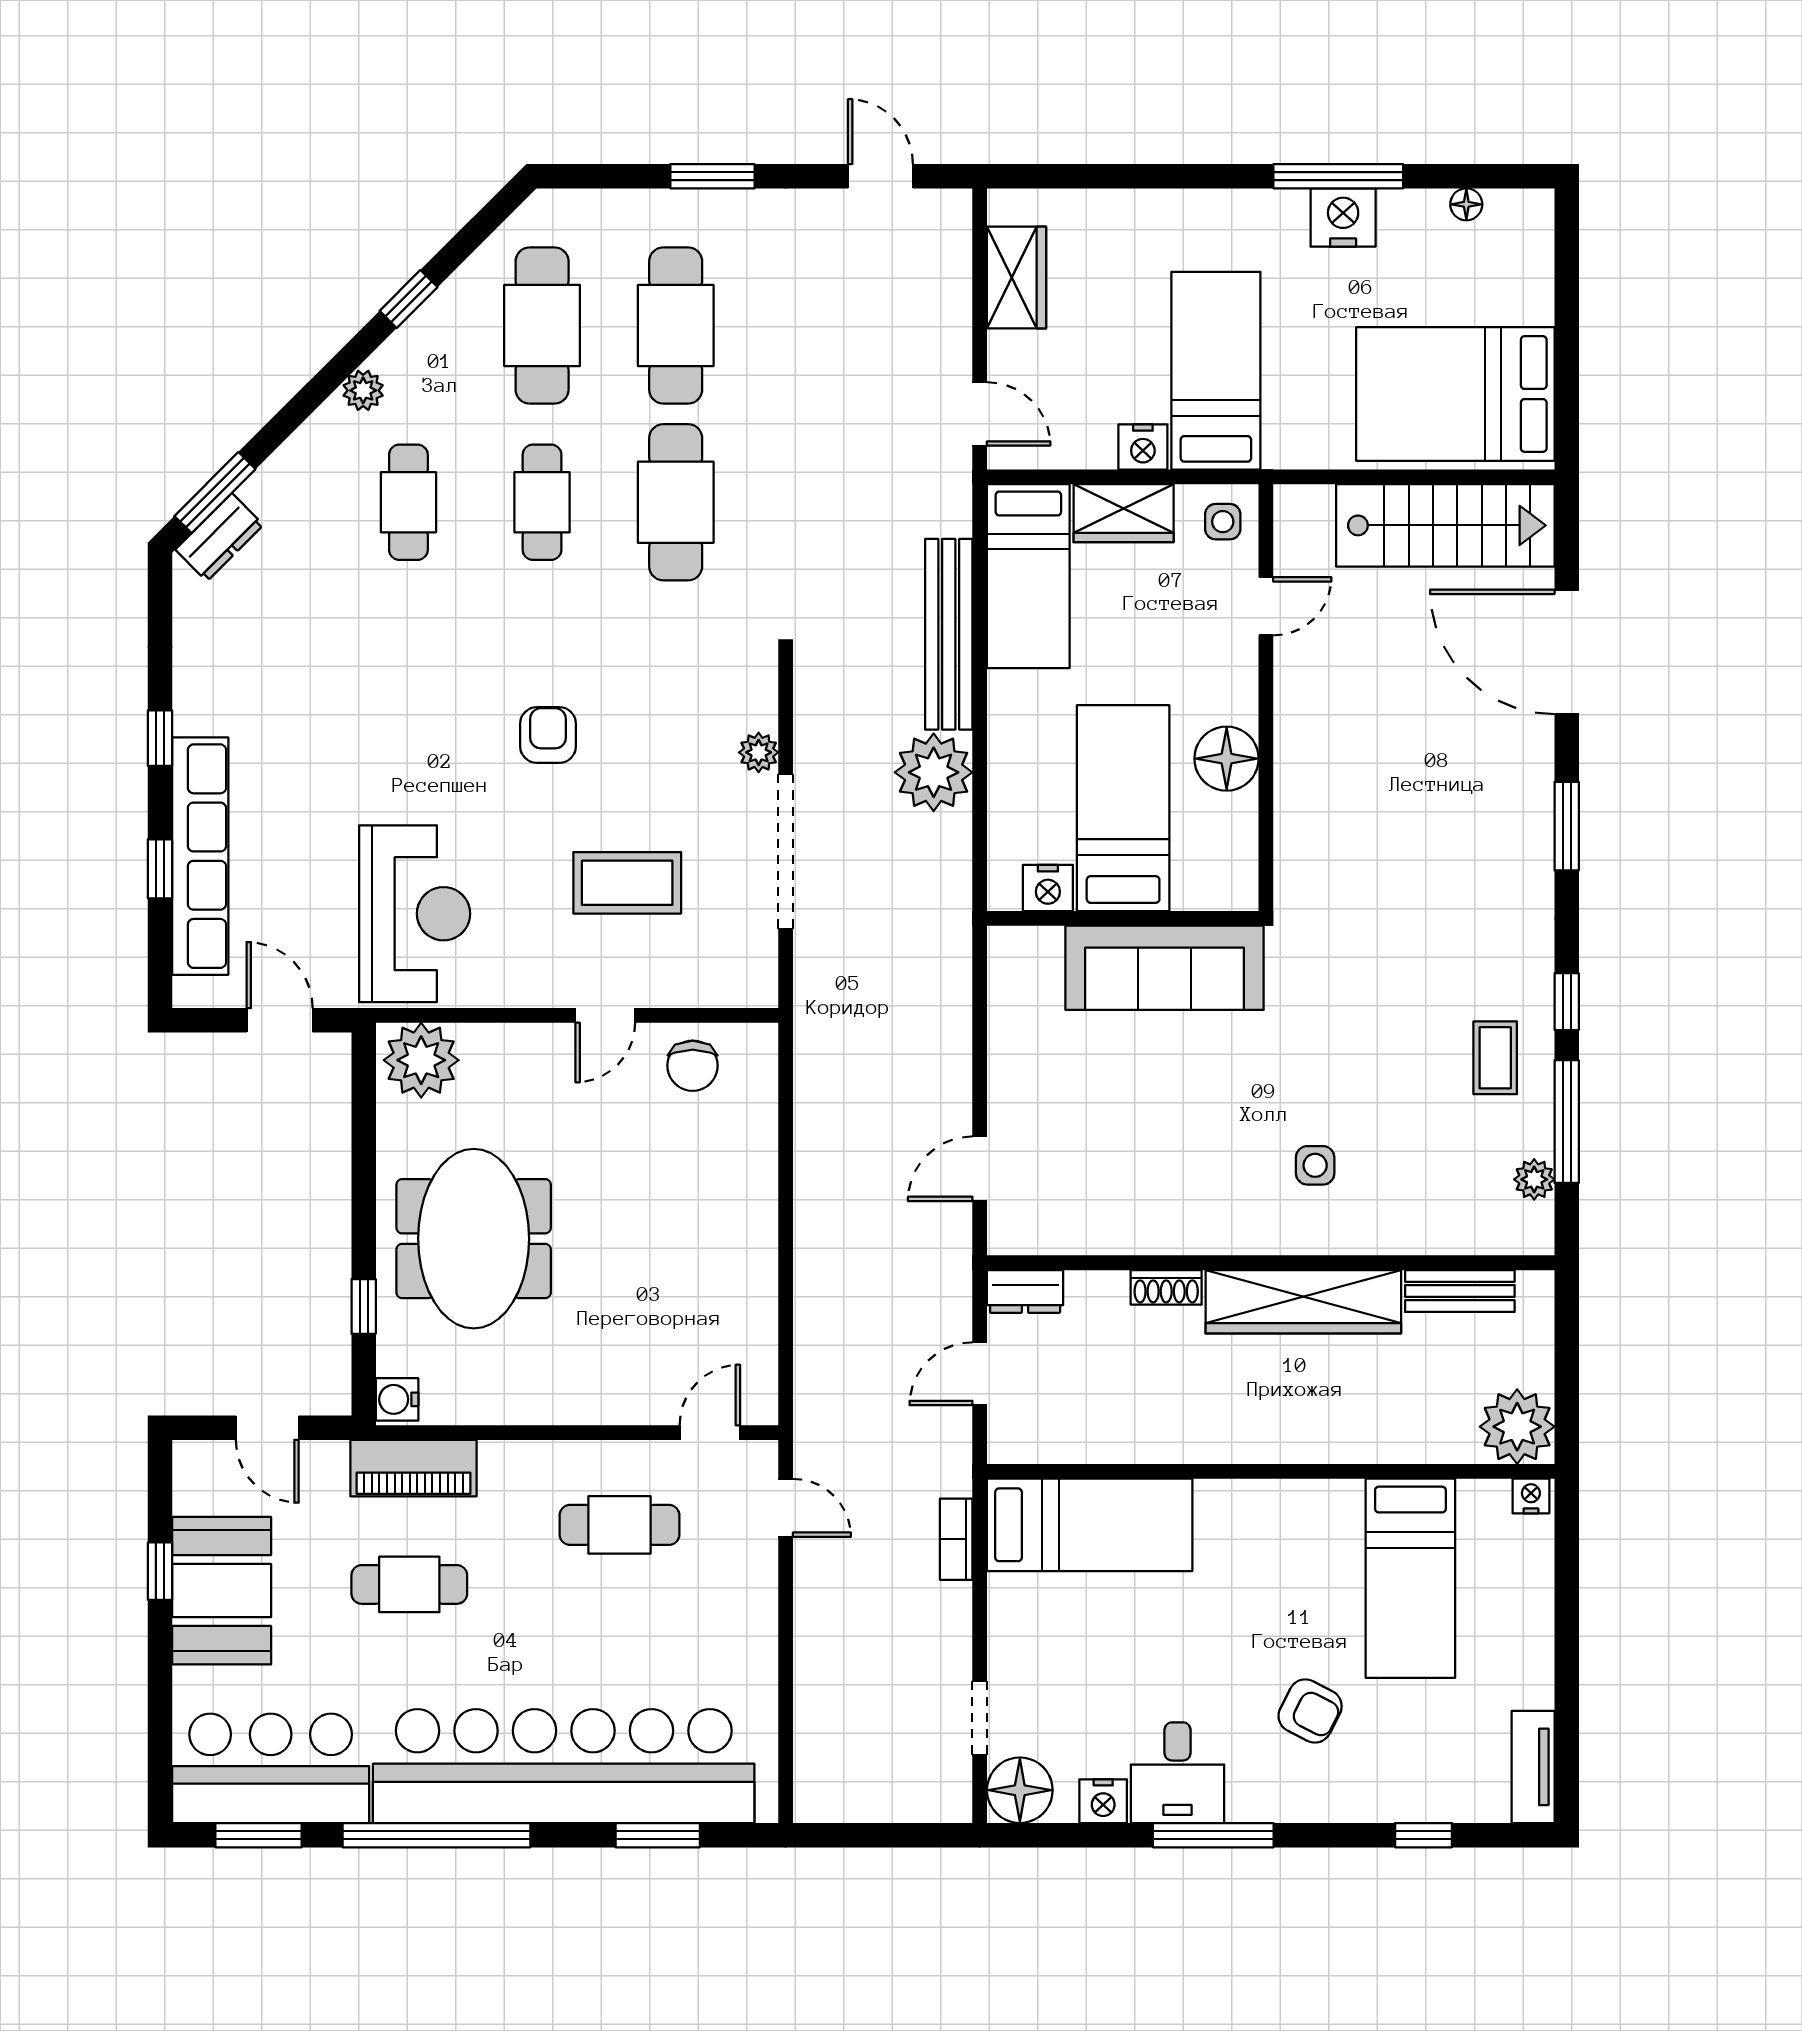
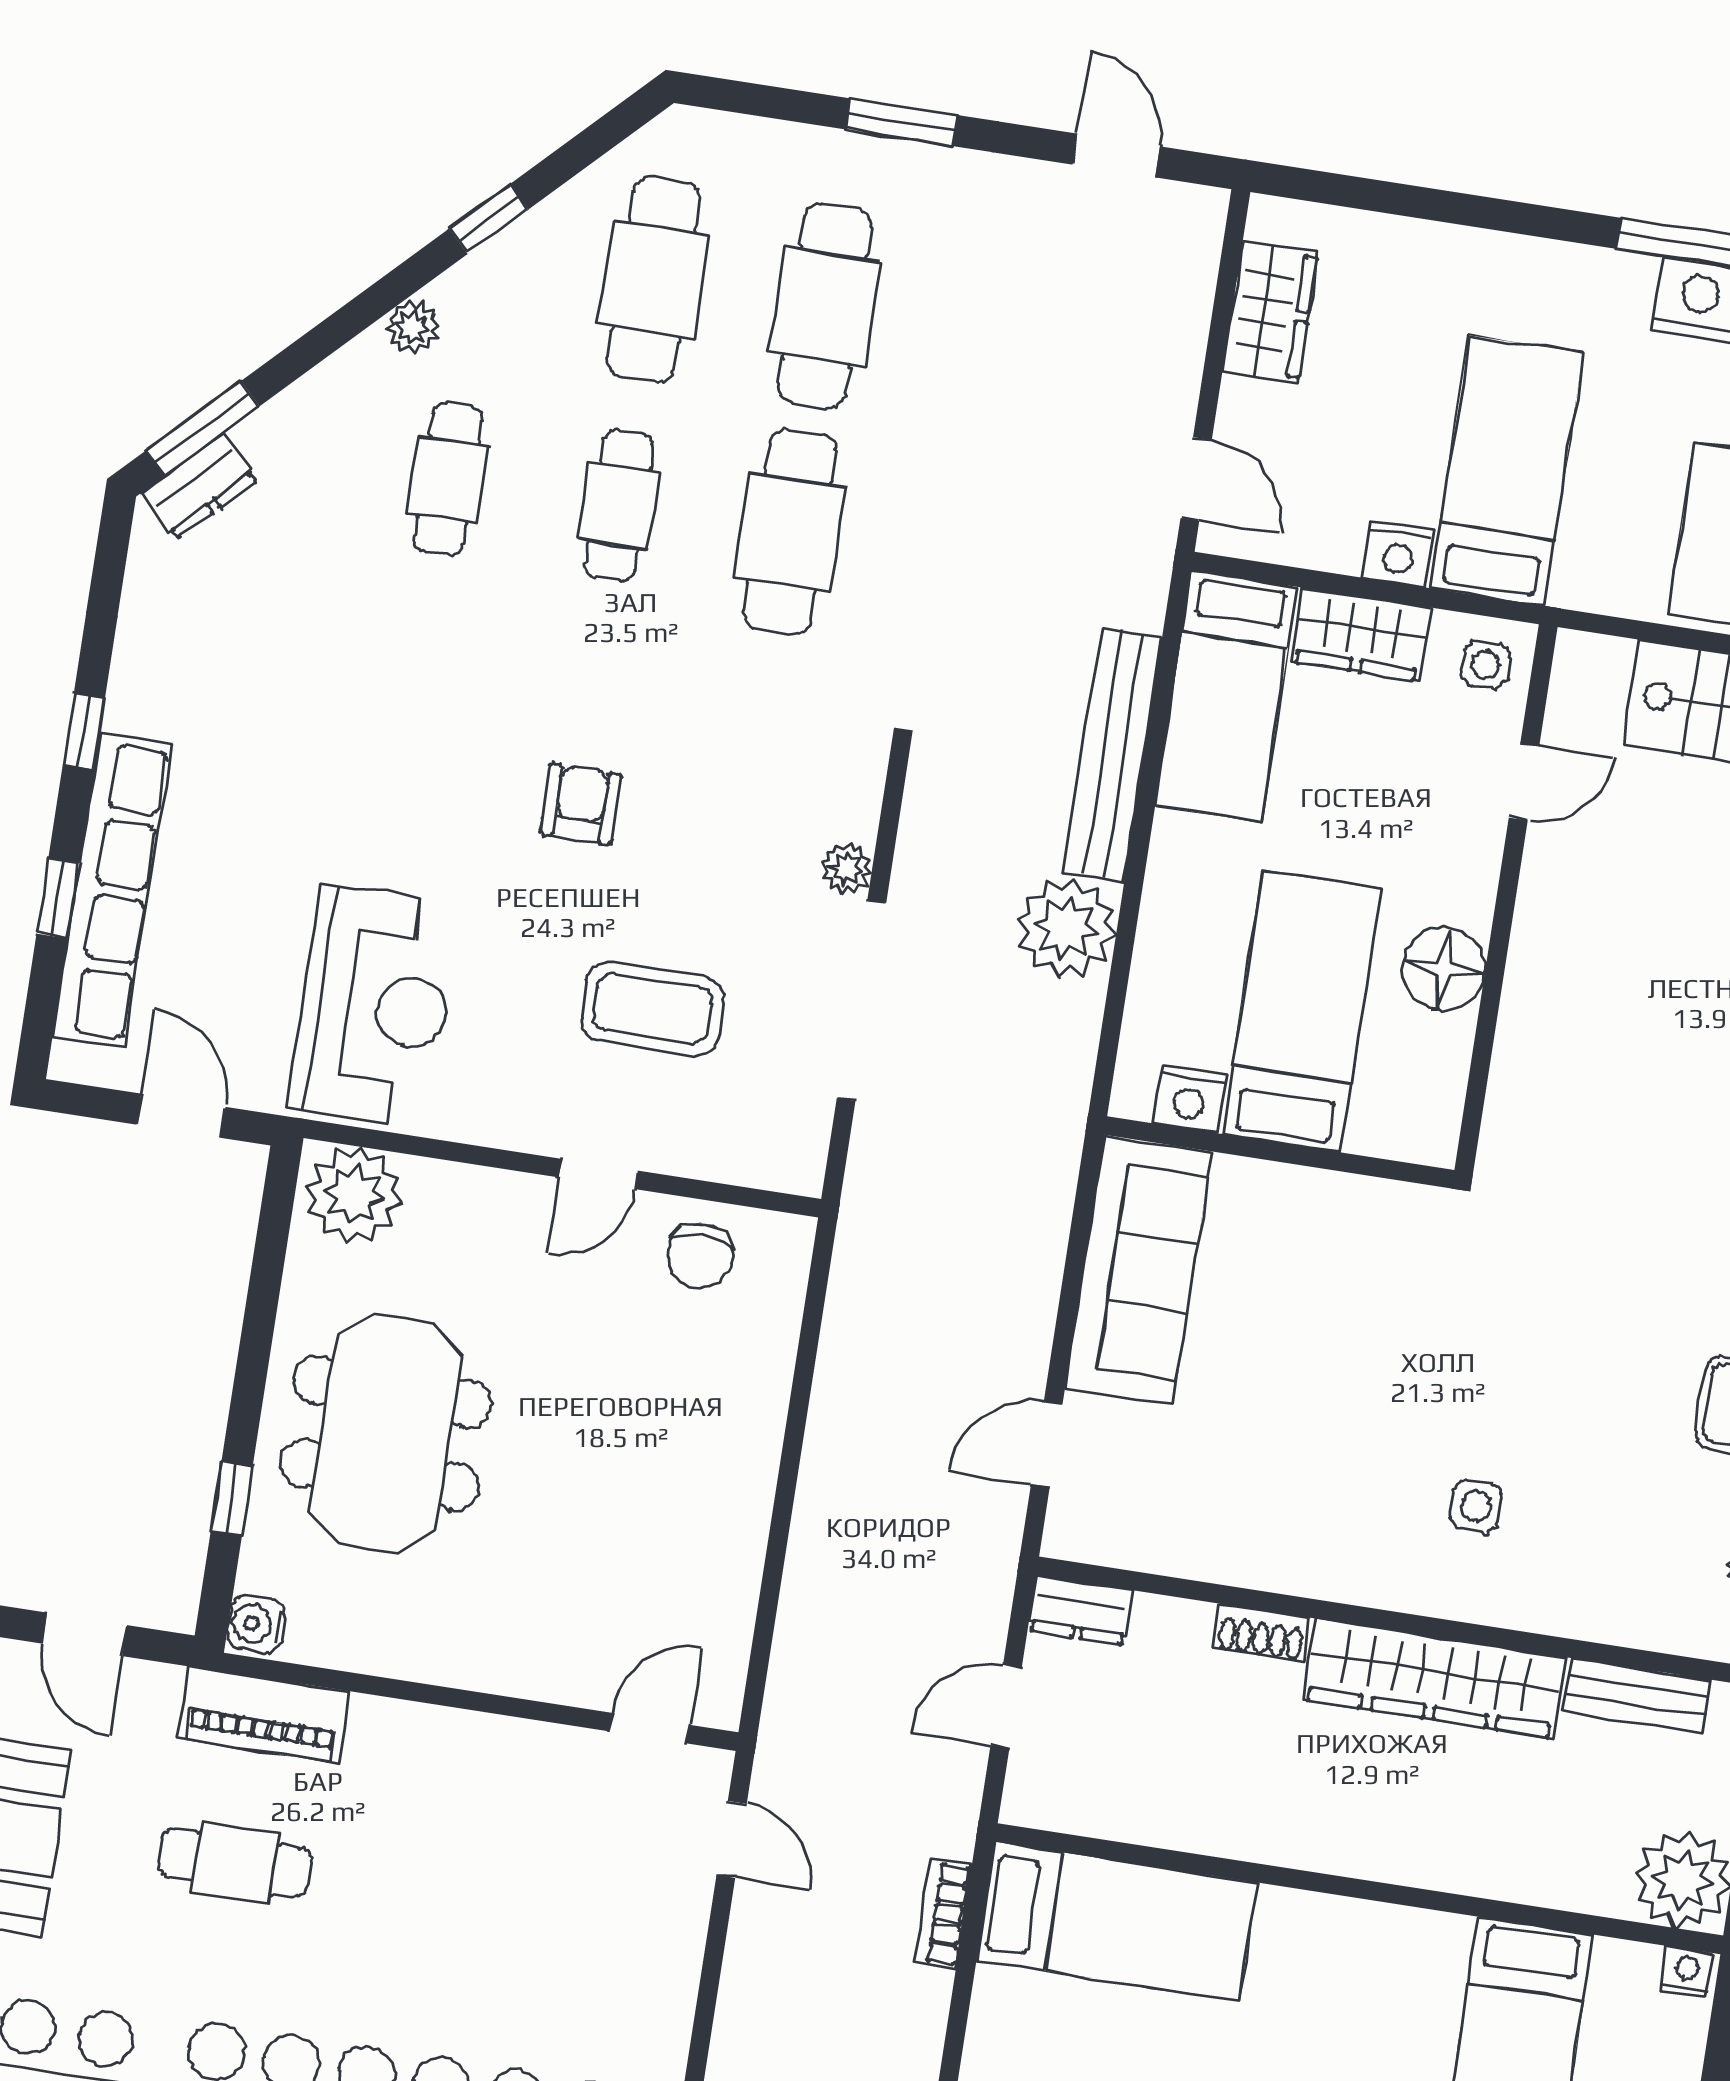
sofa: (1165, 968) -> (1138, 1270), moved, turned -90
cafe table: (619, 1525) -> (516, 1828), removed

